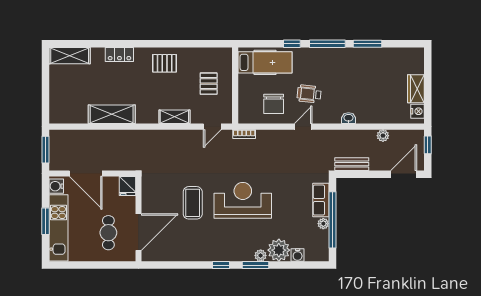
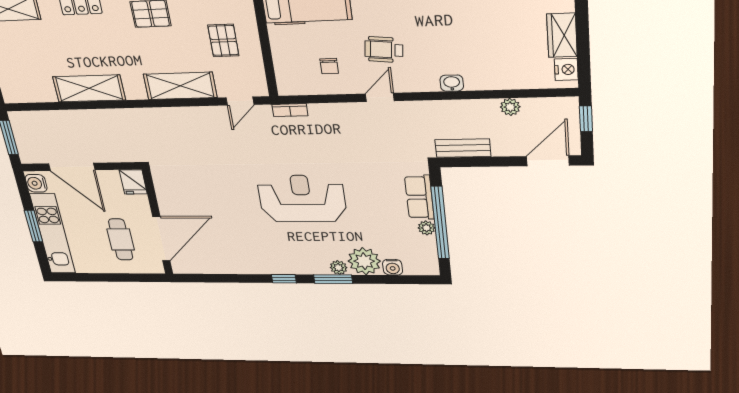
chair: (274, 104) -> (329, 66), width x0.54, depth x0.54
shelving: (174, 117) -> (180, 86), width x1.50, depth x1.33
coffee table: (193, 203) -> (230, 202), removed

